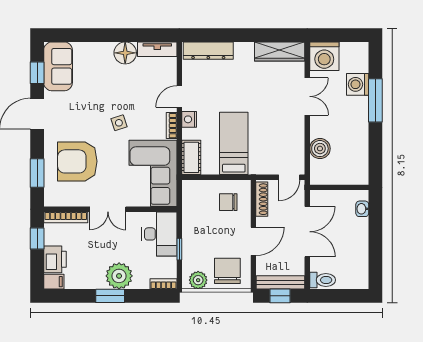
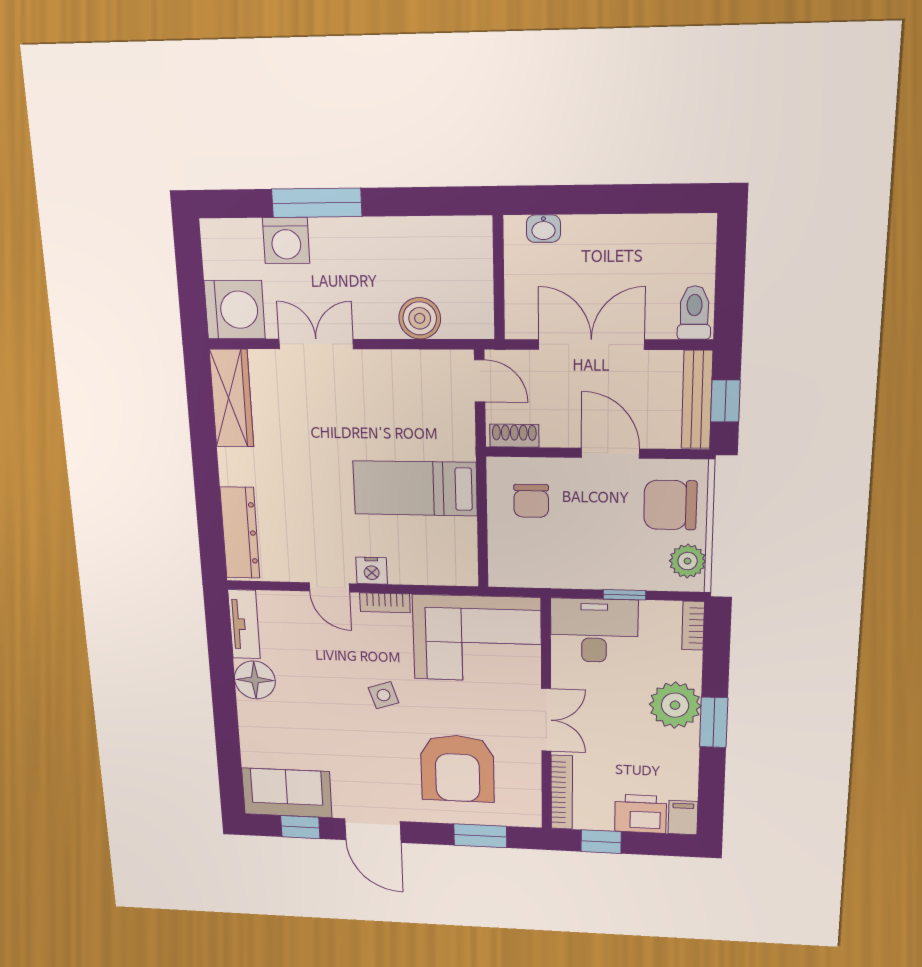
cot: (191, 157) -> (444, 568), removed
shoe rack: (262, 199) -> (514, 436), width x0.70

